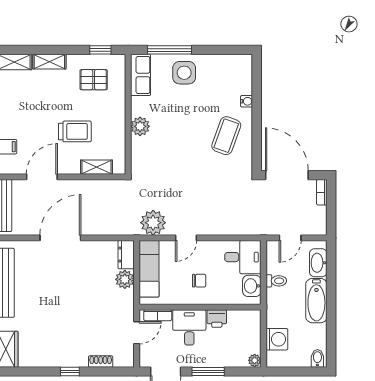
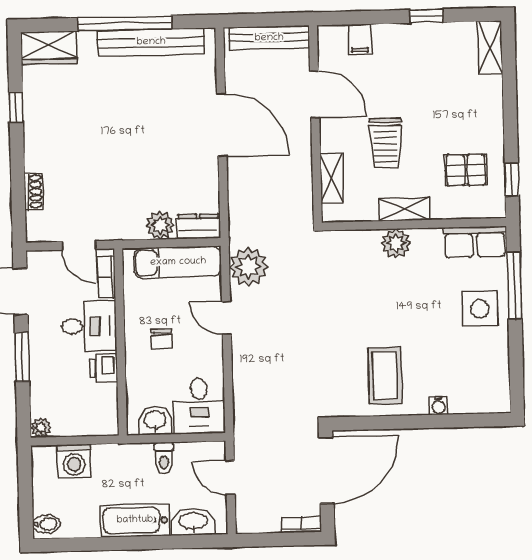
shelving: (49, 62) -> (404, 209), moved, turned 90
pallet: (94, 80) -> (466, 170), turned 90
coffee table: (226, 136) -> (385, 376), turned 70
window: (70, 372) -> (16, 107), moved

